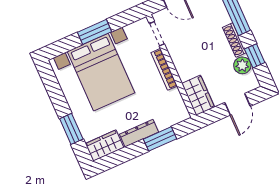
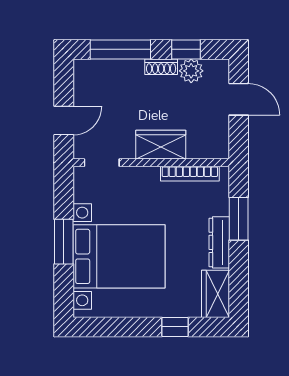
shoe rack: (234, 40) -> (161, 67), width x0.70
bookcase: (164, 69) -> (190, 174), moved
wardrobe: (198, 95) -> (161, 145), moved
window: (71, 129) -> (175, 327), width x0.67

